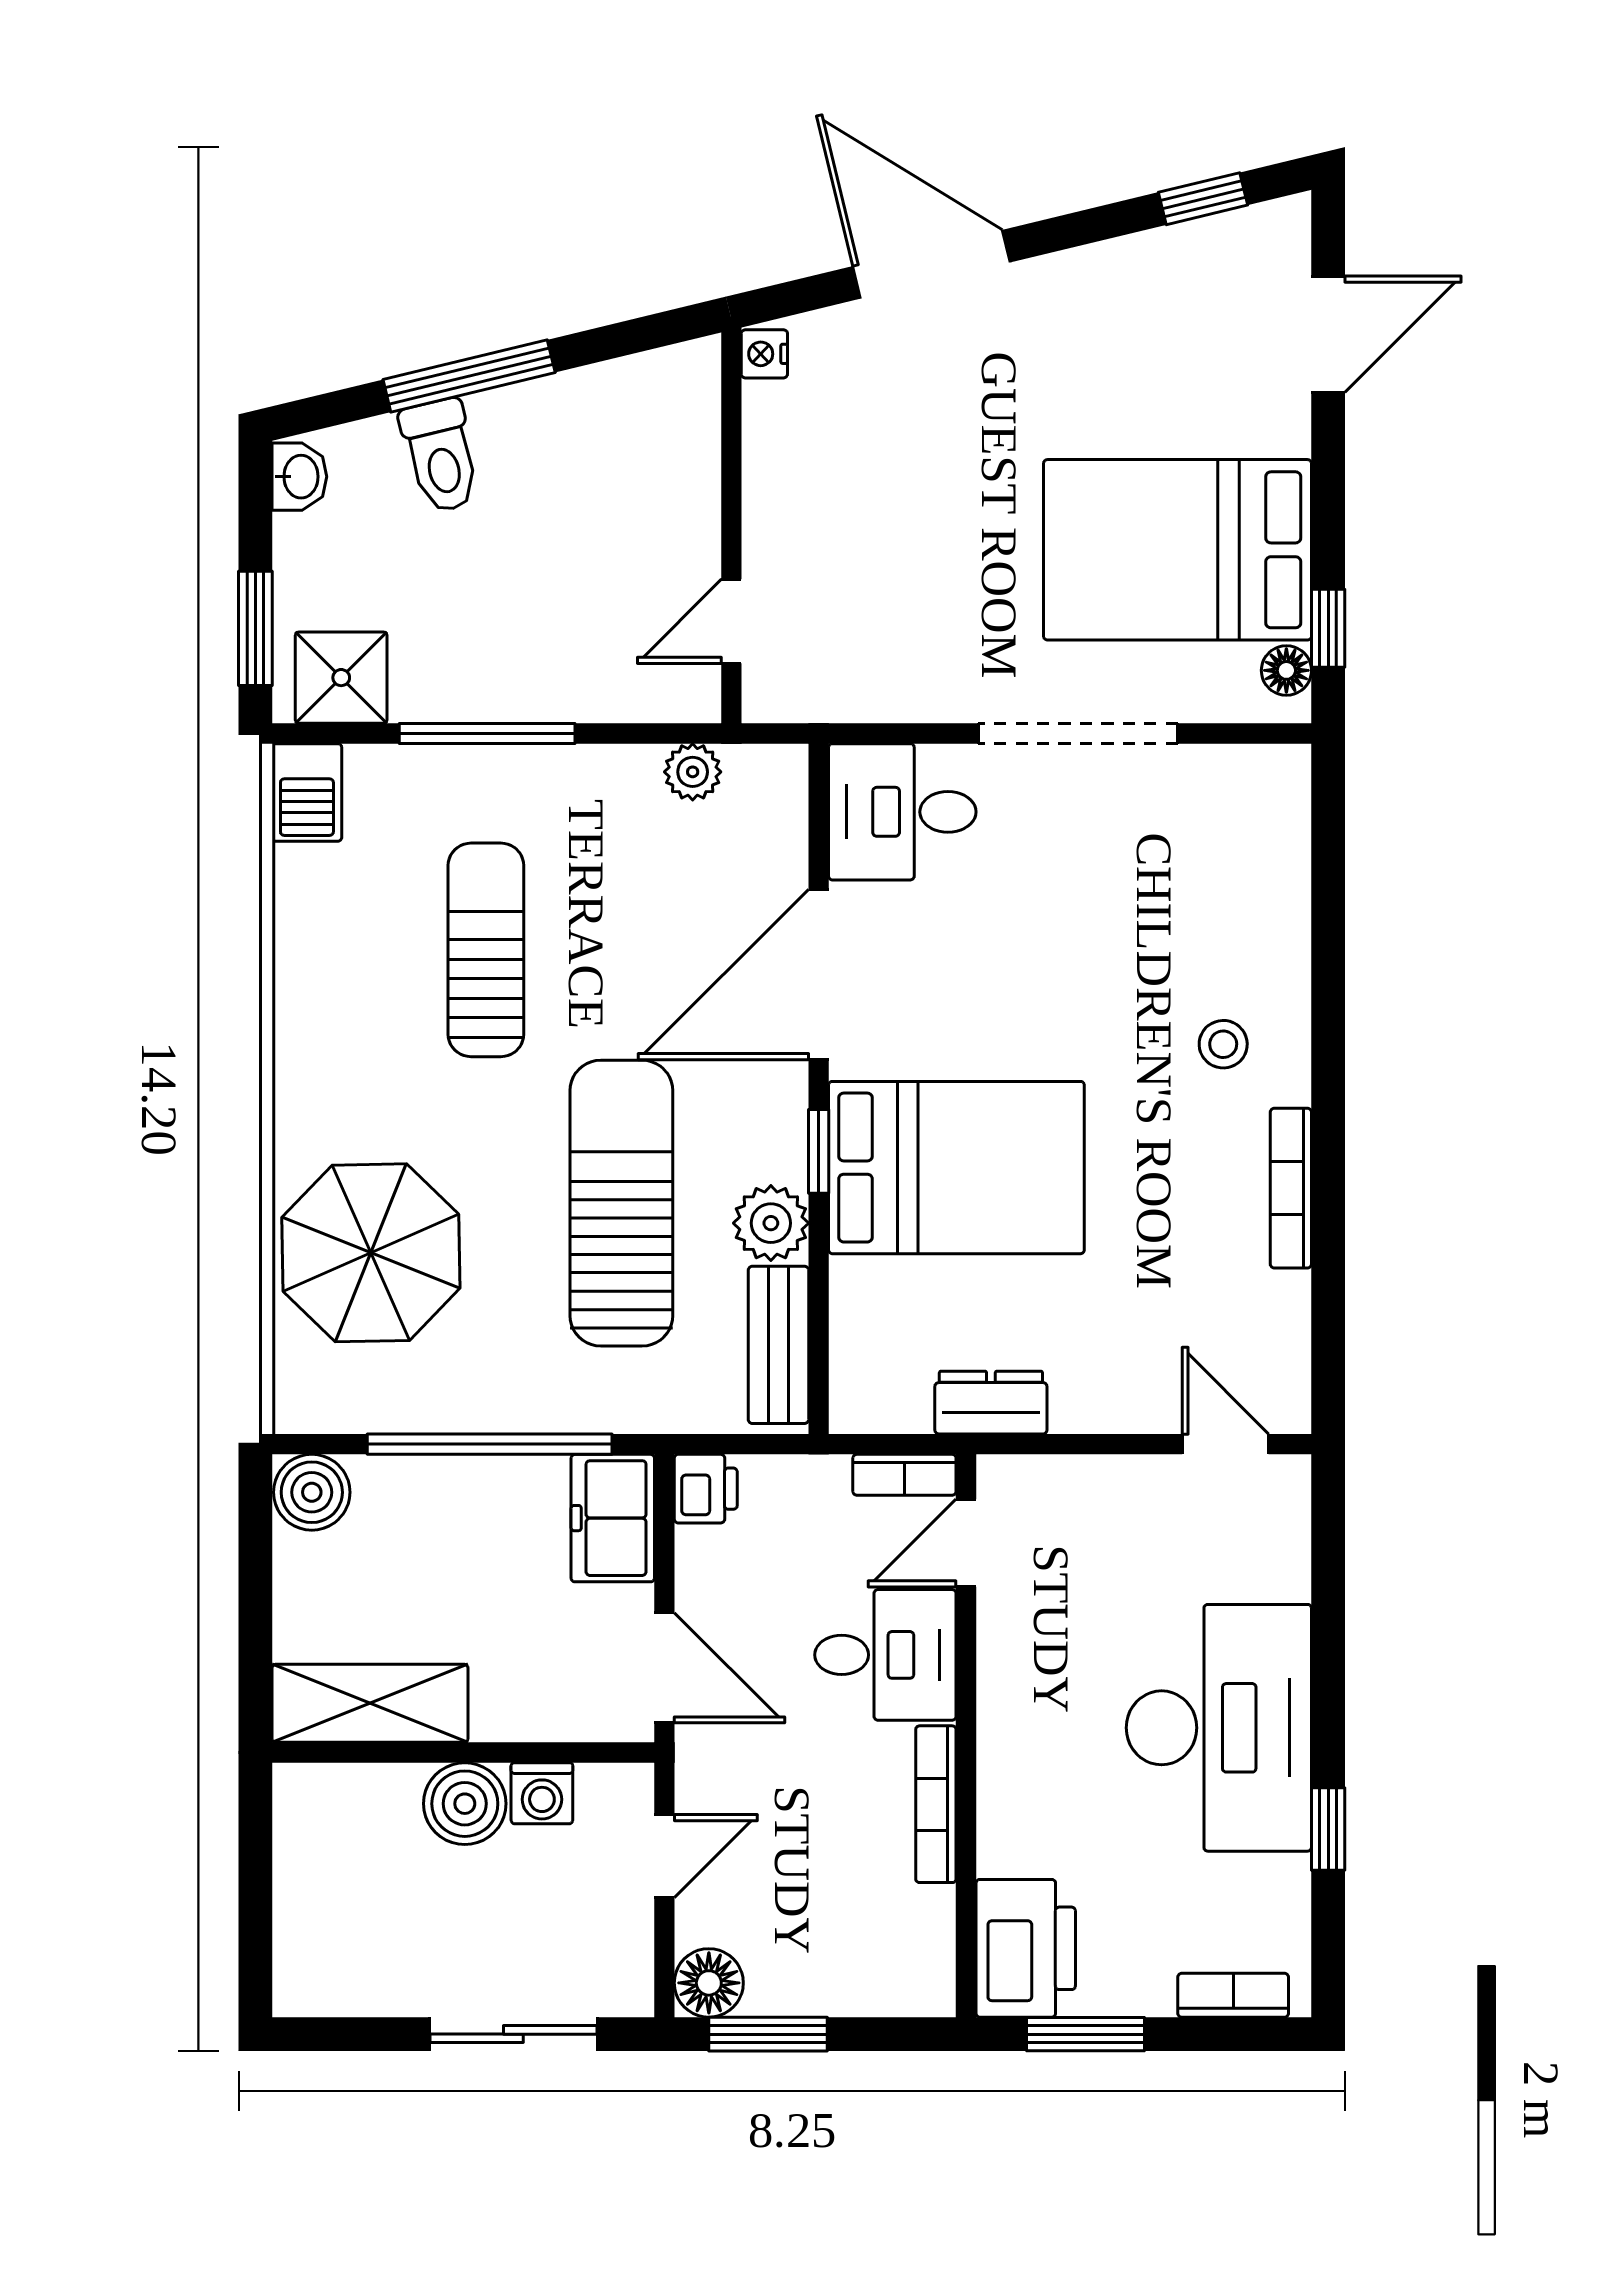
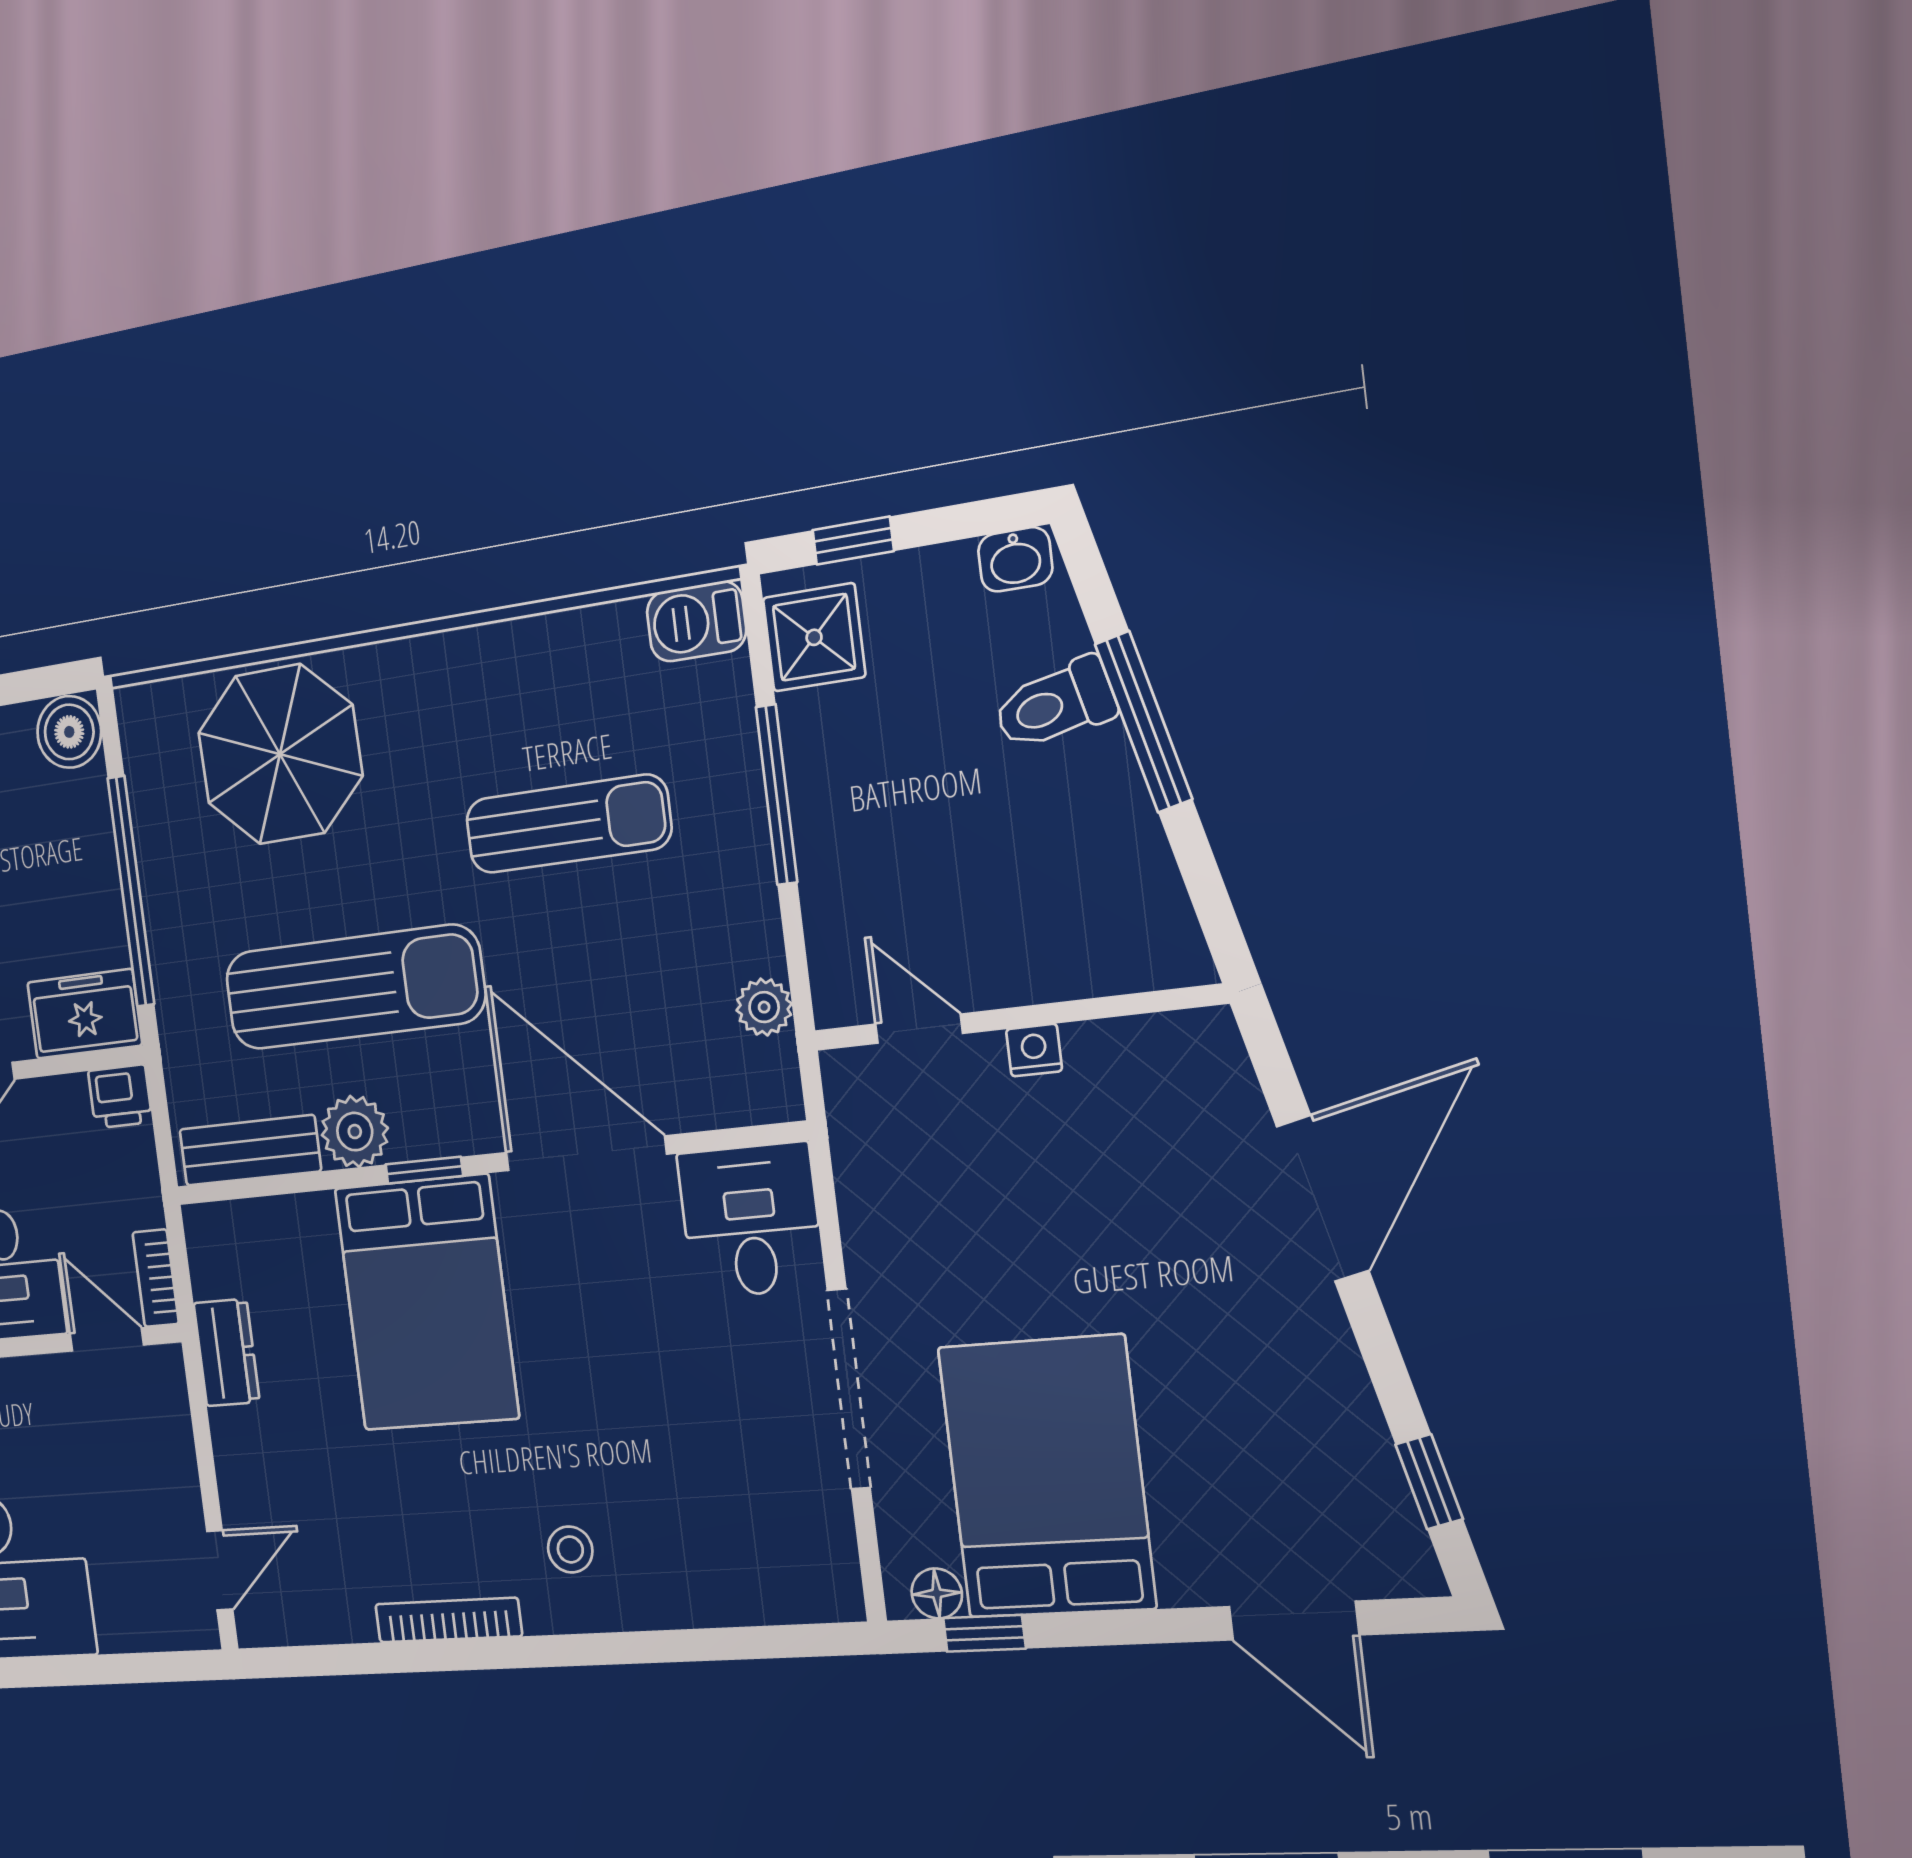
nightstand: (764, 354) -> (1034, 1050), moved
window: (255, 628) -> (853, 541), width x0.67

